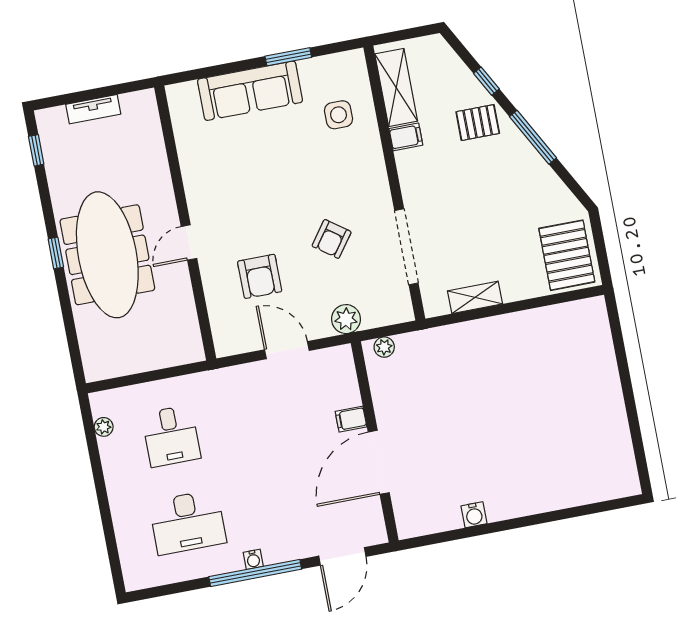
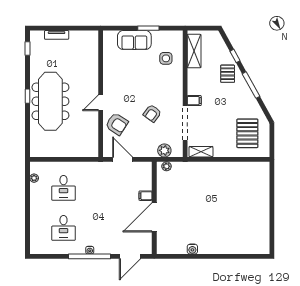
sofa: (250, 91) -> (134, 40), width x0.73
pallet: (478, 123) -> (228, 74), turned 90
filing cabinet: (406, 137) -> (194, 101), moved
wall: (185, 223) -> (101, 94), moved
door: (189, 242) -> (101, 103), moved
pallet: (567, 255) -> (247, 133), moved
armchair: (260, 276) -> (117, 124), turned -57
shelving: (475, 297) -> (201, 152), moved
plant: (346, 319) -> (164, 150), moved
desk: (188, 522) -> (63, 228), width x0.73

